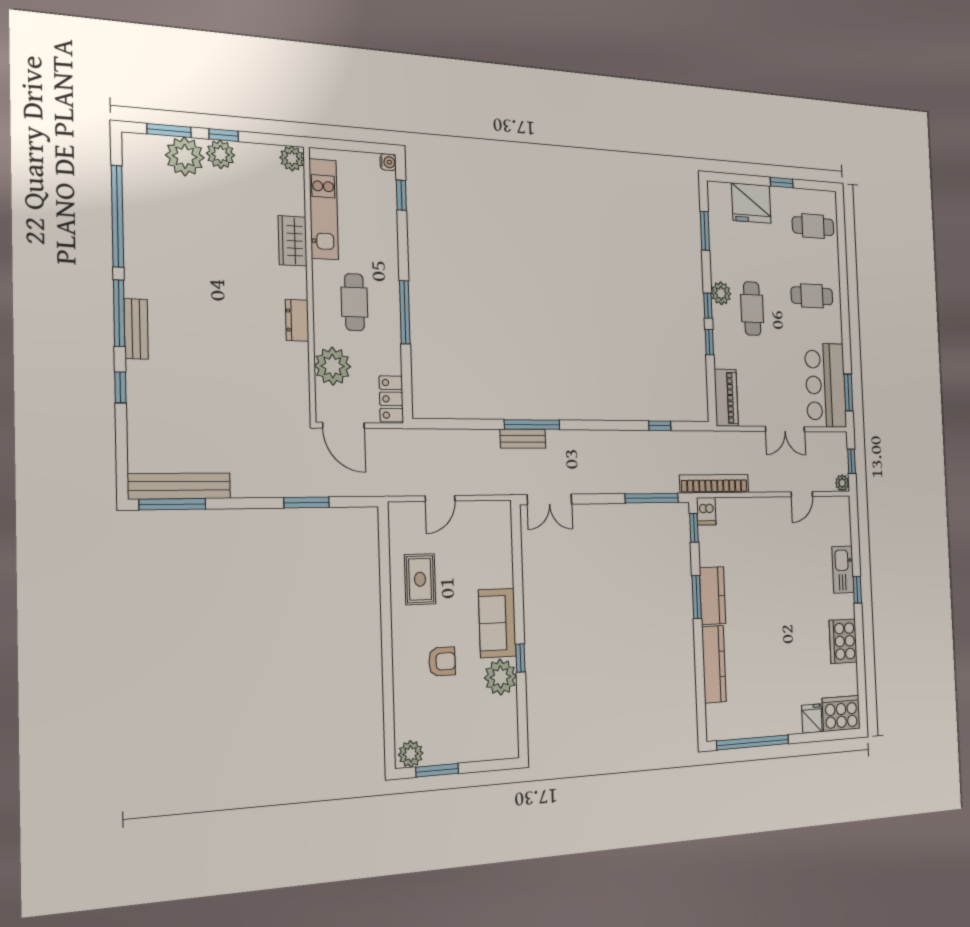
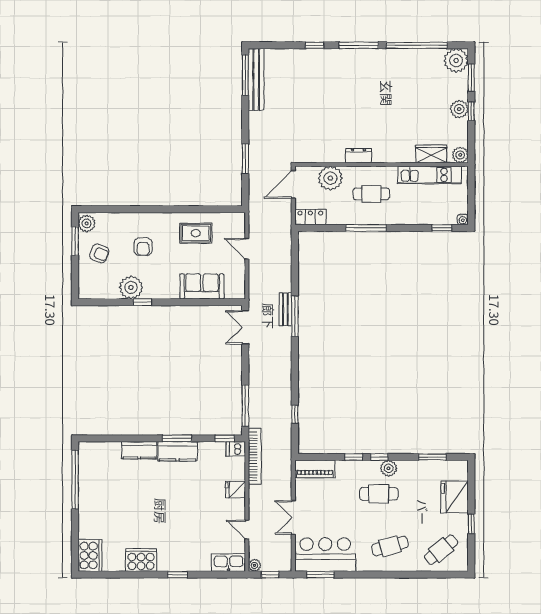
plant: (185, 156) -> (456, 60), moved
cafe table: (813, 226) -> (441, 550), turned 51
wardrobe: (293, 241) -> (431, 154), moved
cafe table: (812, 296) -> (390, 546), turned 75
bench: (136, 329) -> (350, 55), removed
kitchen sink: (843, 570) -> (229, 563), moved
sofa: (497, 623) -> (202, 286), moved
kitchen counter: (714, 664) -> (139, 450), width x0.67
fridge: (812, 719) -> (235, 490), moved, turned 180
armchair: (454, 730) -> (99, 253), added

